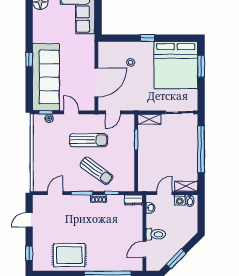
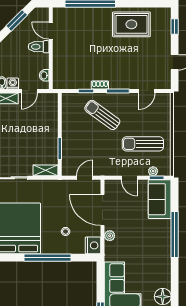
window: (147, 38) -> (48, 258), width x3.17
nightstand: (105, 49) -> (93, 245), added
plant: (90, 59) -> (110, 236), added
window: (29, 60) -> (175, 235), width x3.17
sofa: (46, 77) -> (160, 199), width x0.54, depth x0.79
door: (96, 82) -> (102, 210), hinge flipped
sun lounger: (89, 140) -> (143, 144), moved
dresser: (133, 200) -> (63, 84), removed
door: (144, 249) -> (51, 31), swing flipped

